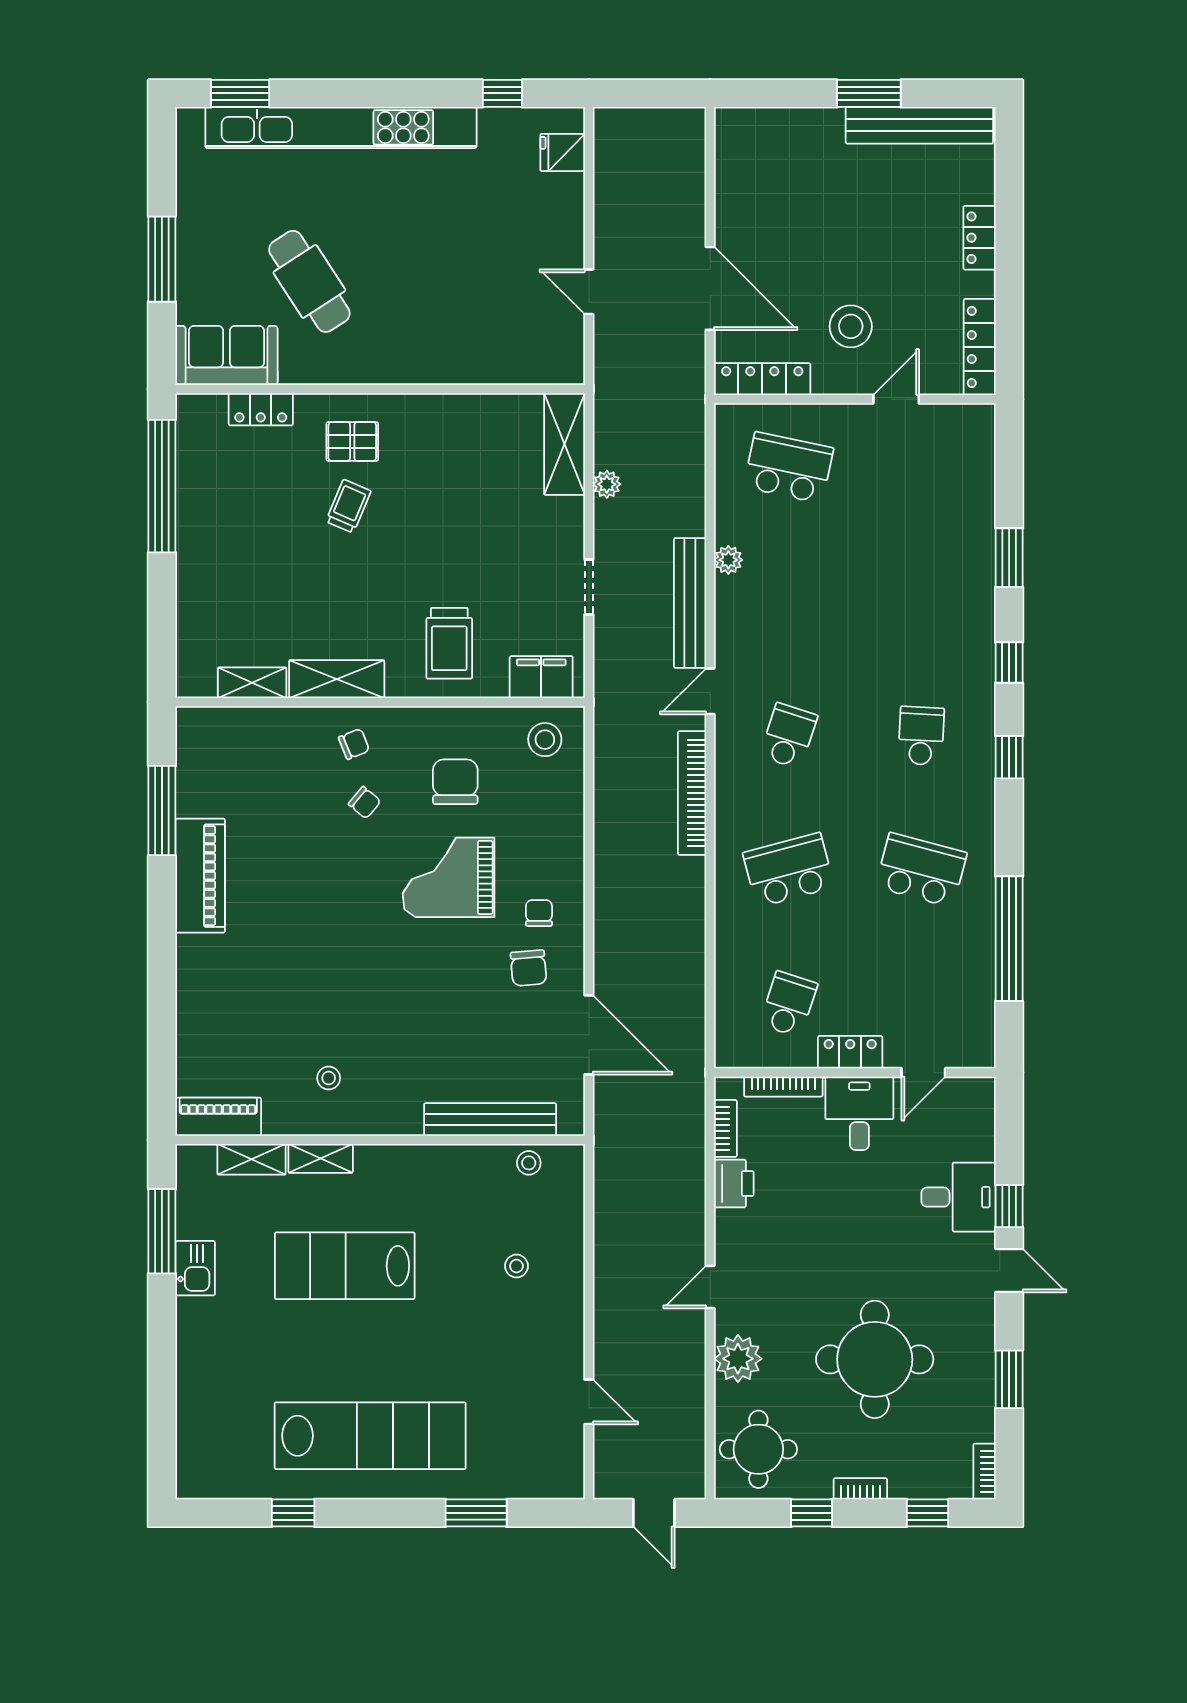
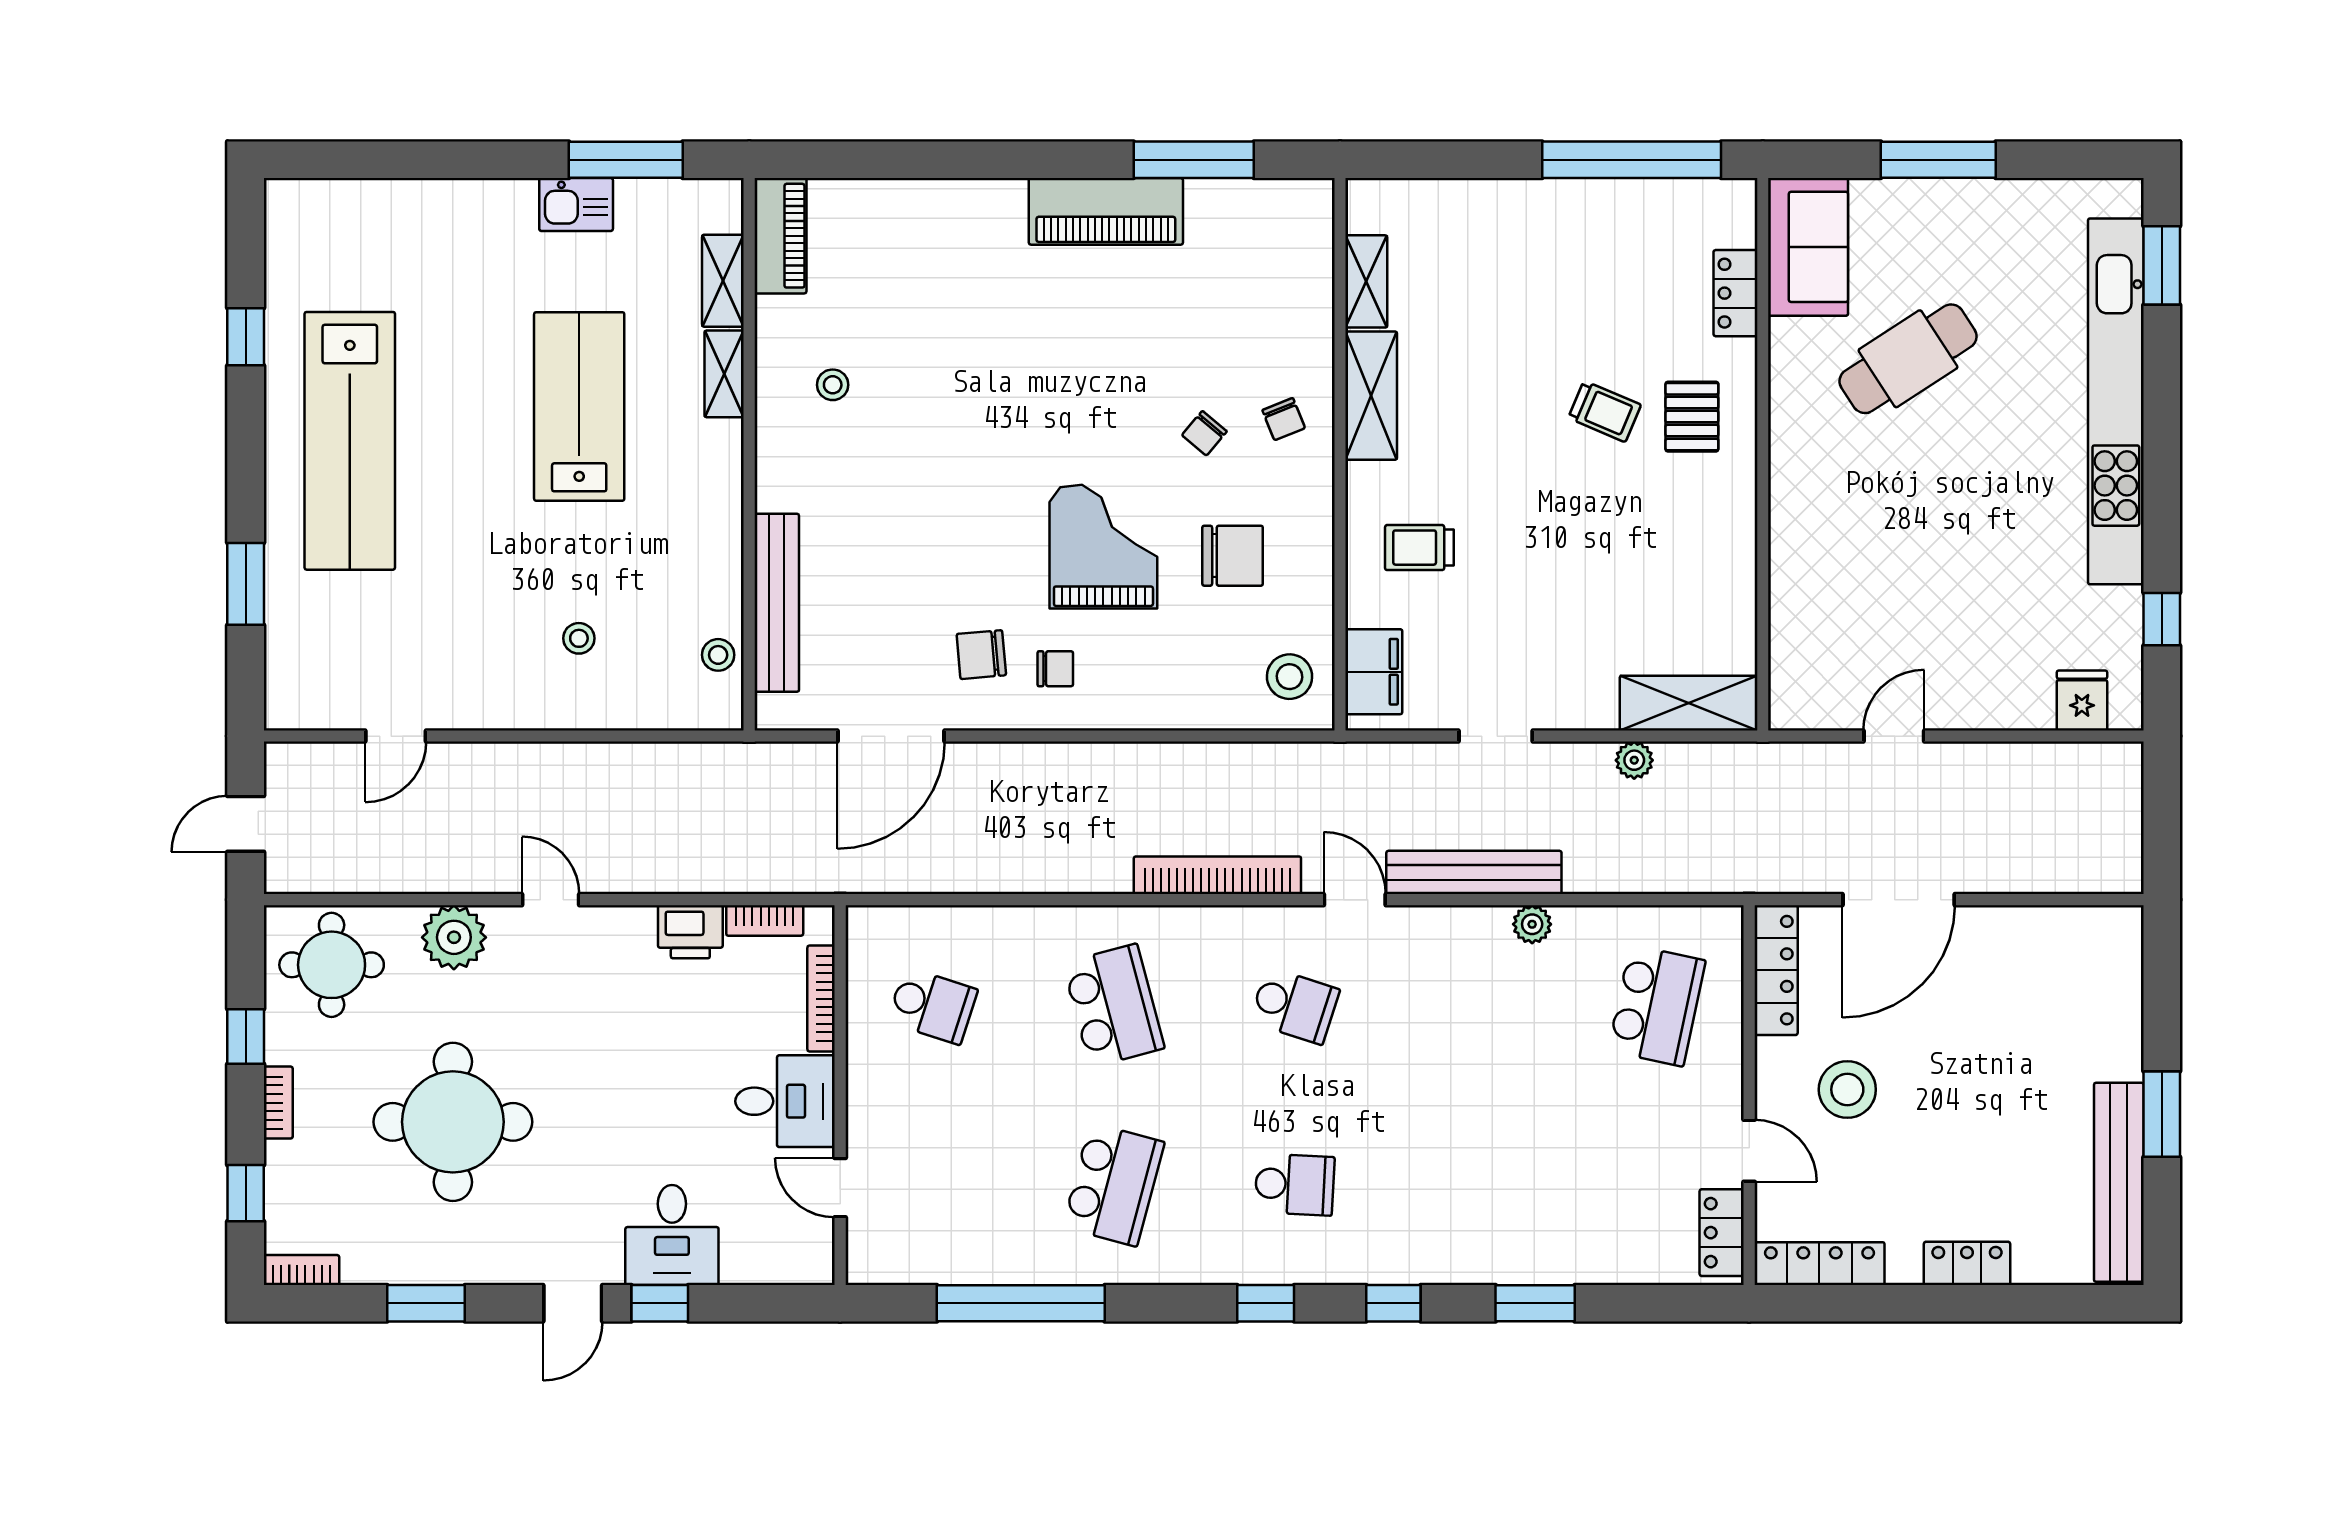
trolley: (449, 643) -> (1419, 548), width x0.73, depth x0.72
locker: (850, 1052) -> (1722, 1233), moved, turned 180

